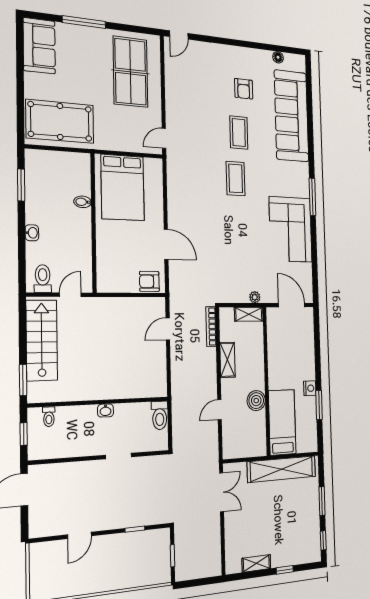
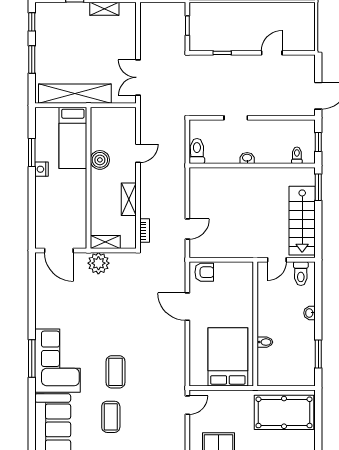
corner sofa: (291, 229) -> (57, 361), moved
plant: (255, 297) -> (98, 263), width x1.88, depth x1.88
bookcase: (211, 327) -> (145, 231), width x0.64

